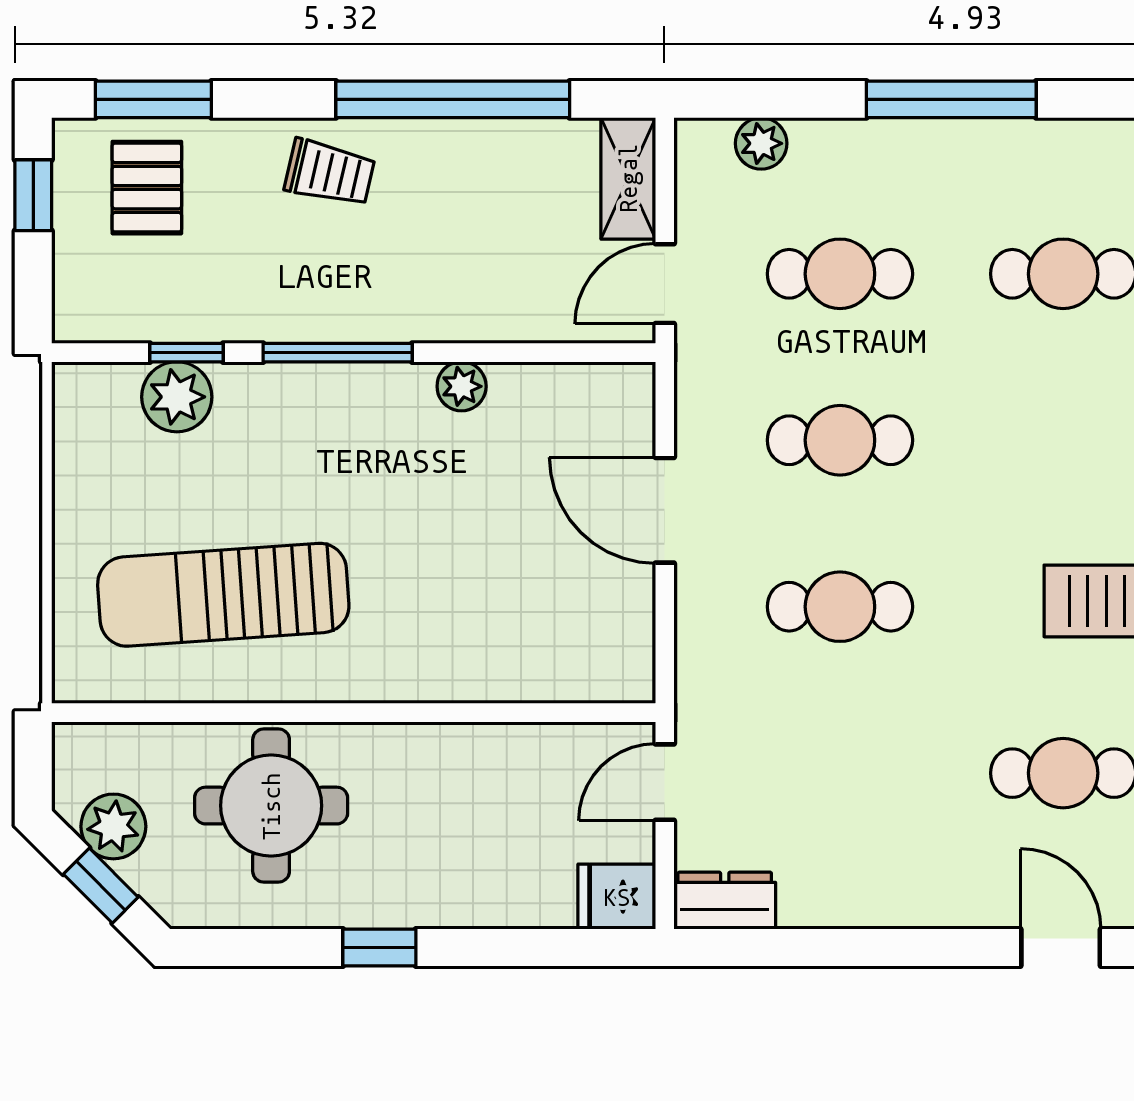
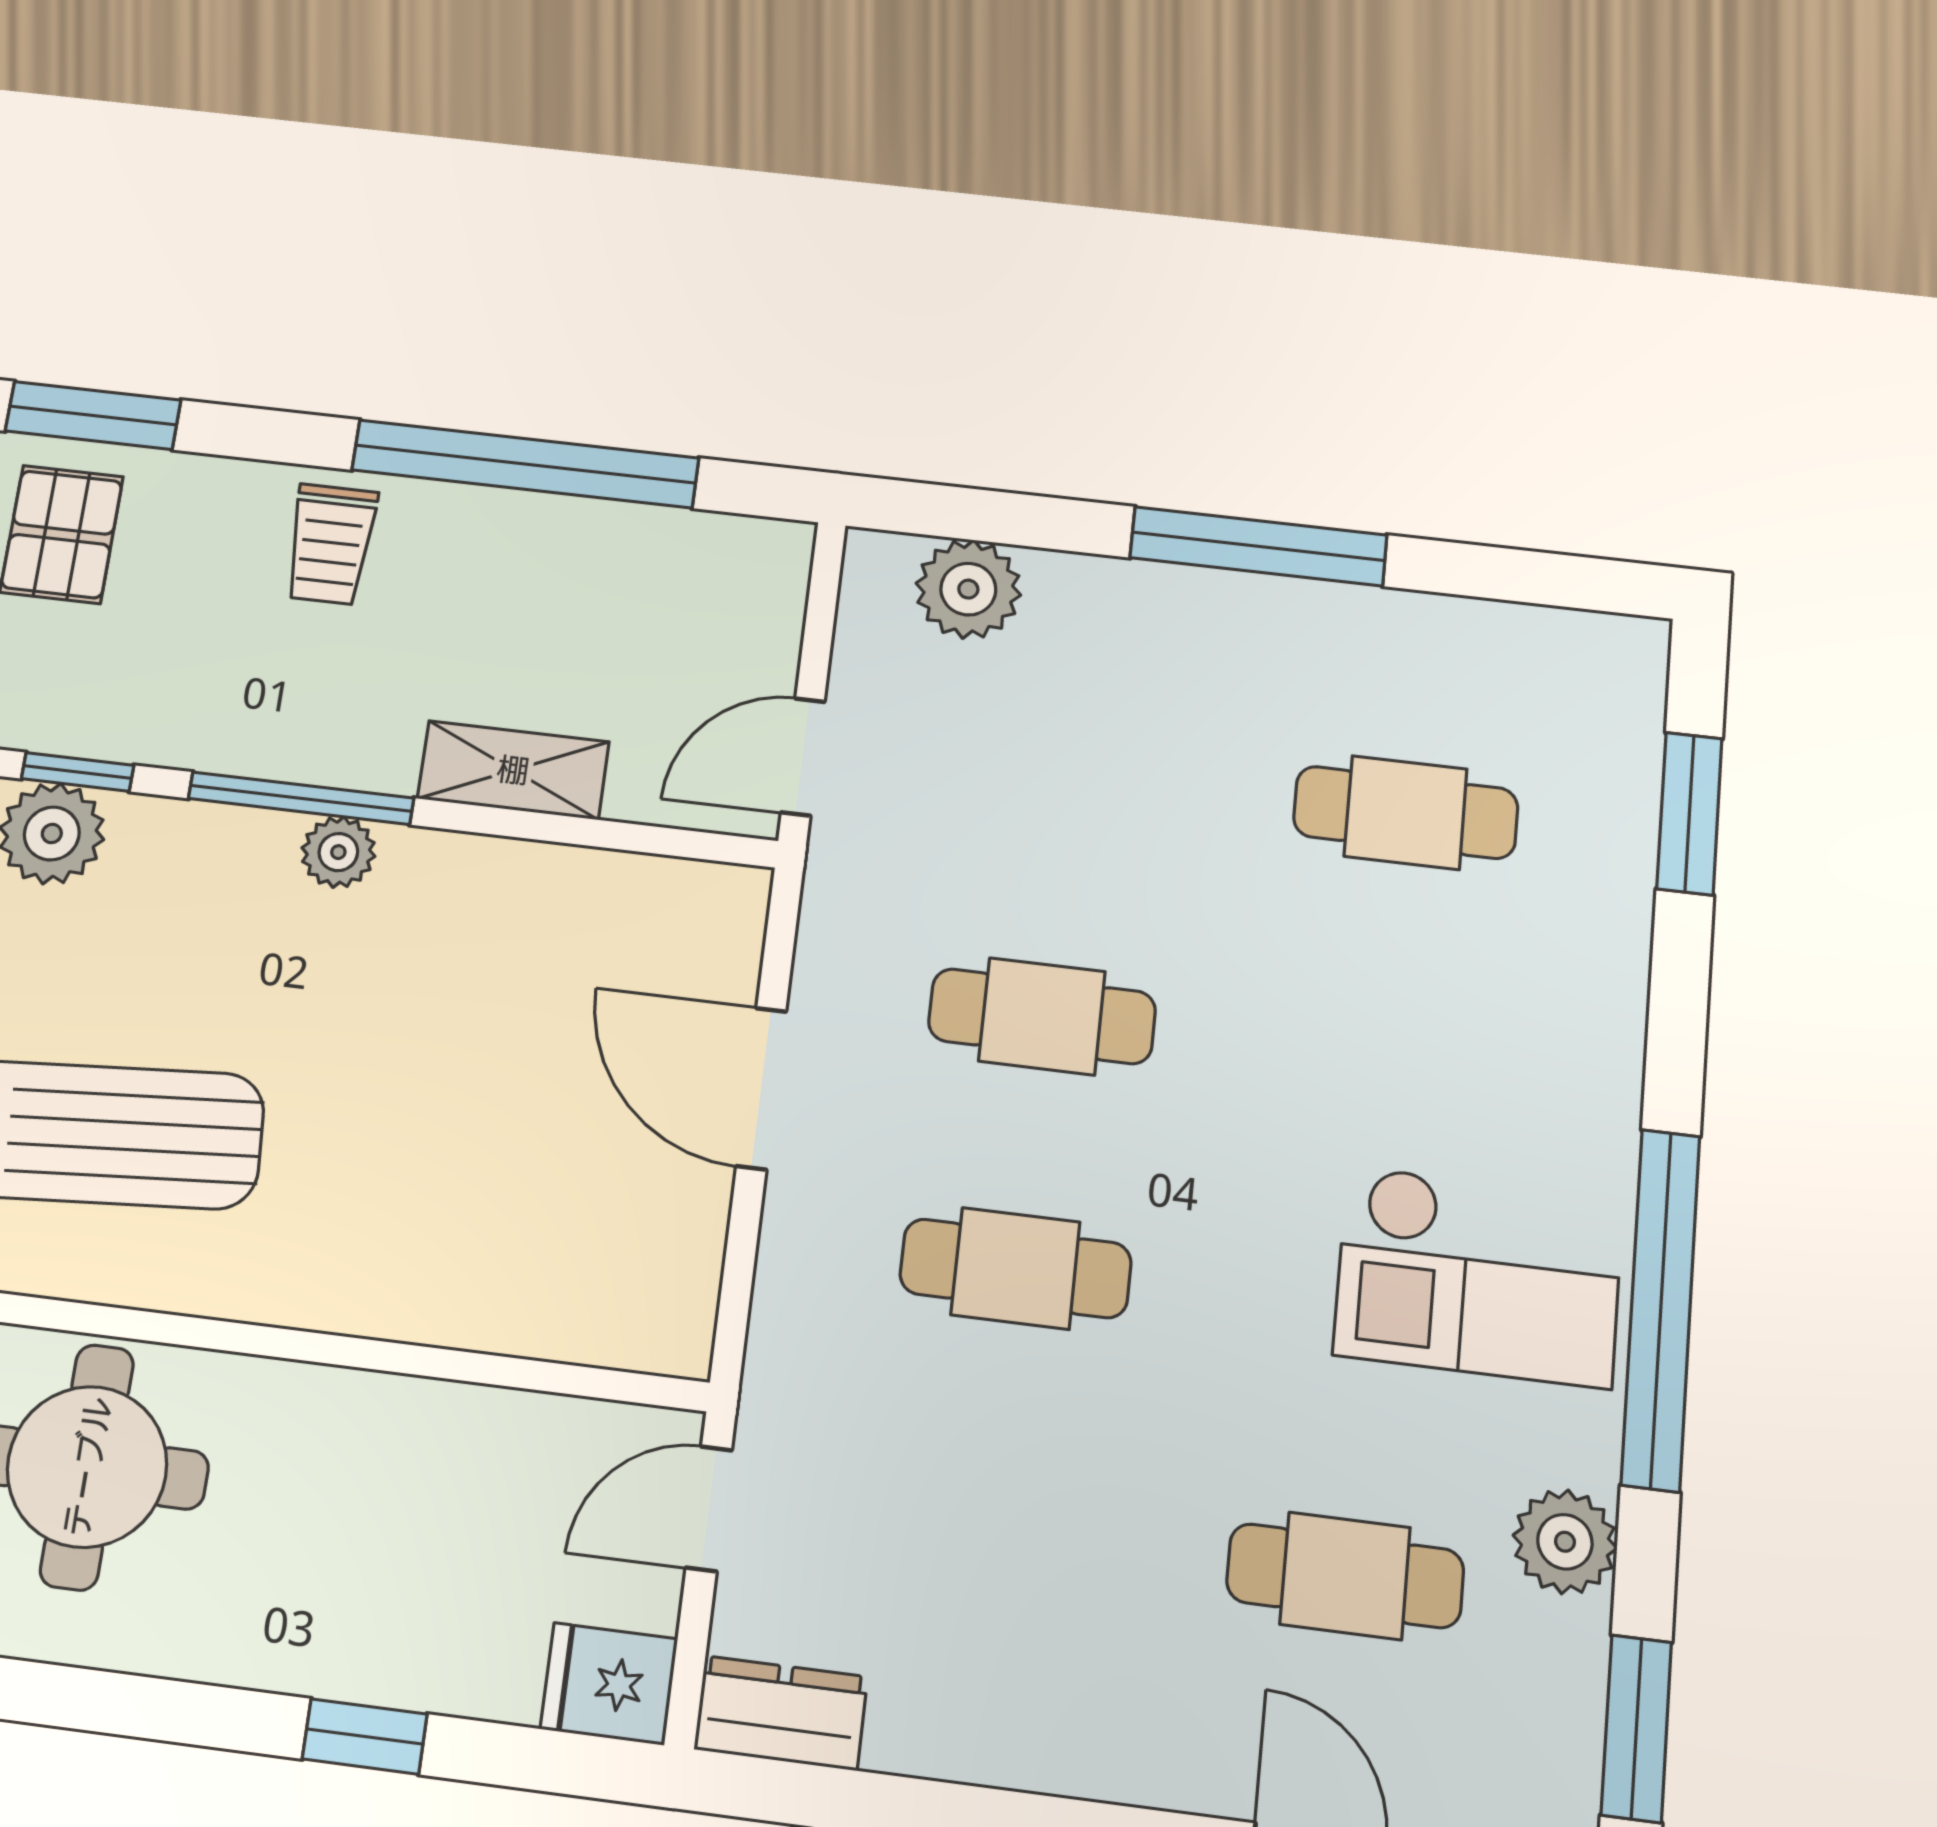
plant: (761, 143) -> (968, 589), width x1.38, depth x1.38
trolley: (330, 173) -> (330, 544), turned 77
shelving: (628, 178) -> (513, 770), moved, turned 90
cafe table: (840, 274) -> (1067, 773), removed
plant: (462, 386) -> (338, 852), moved
window: (379, 948) -> (365, 1736), moved

